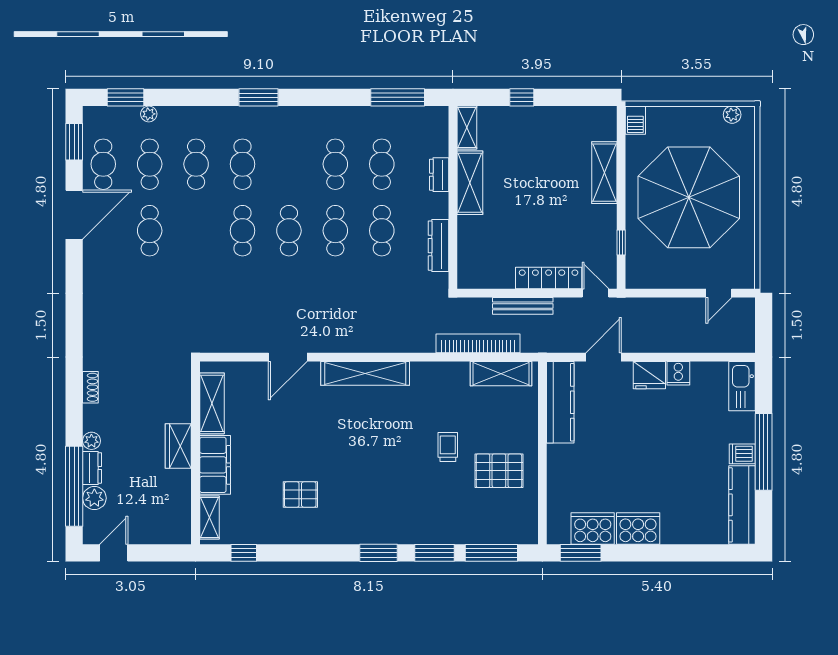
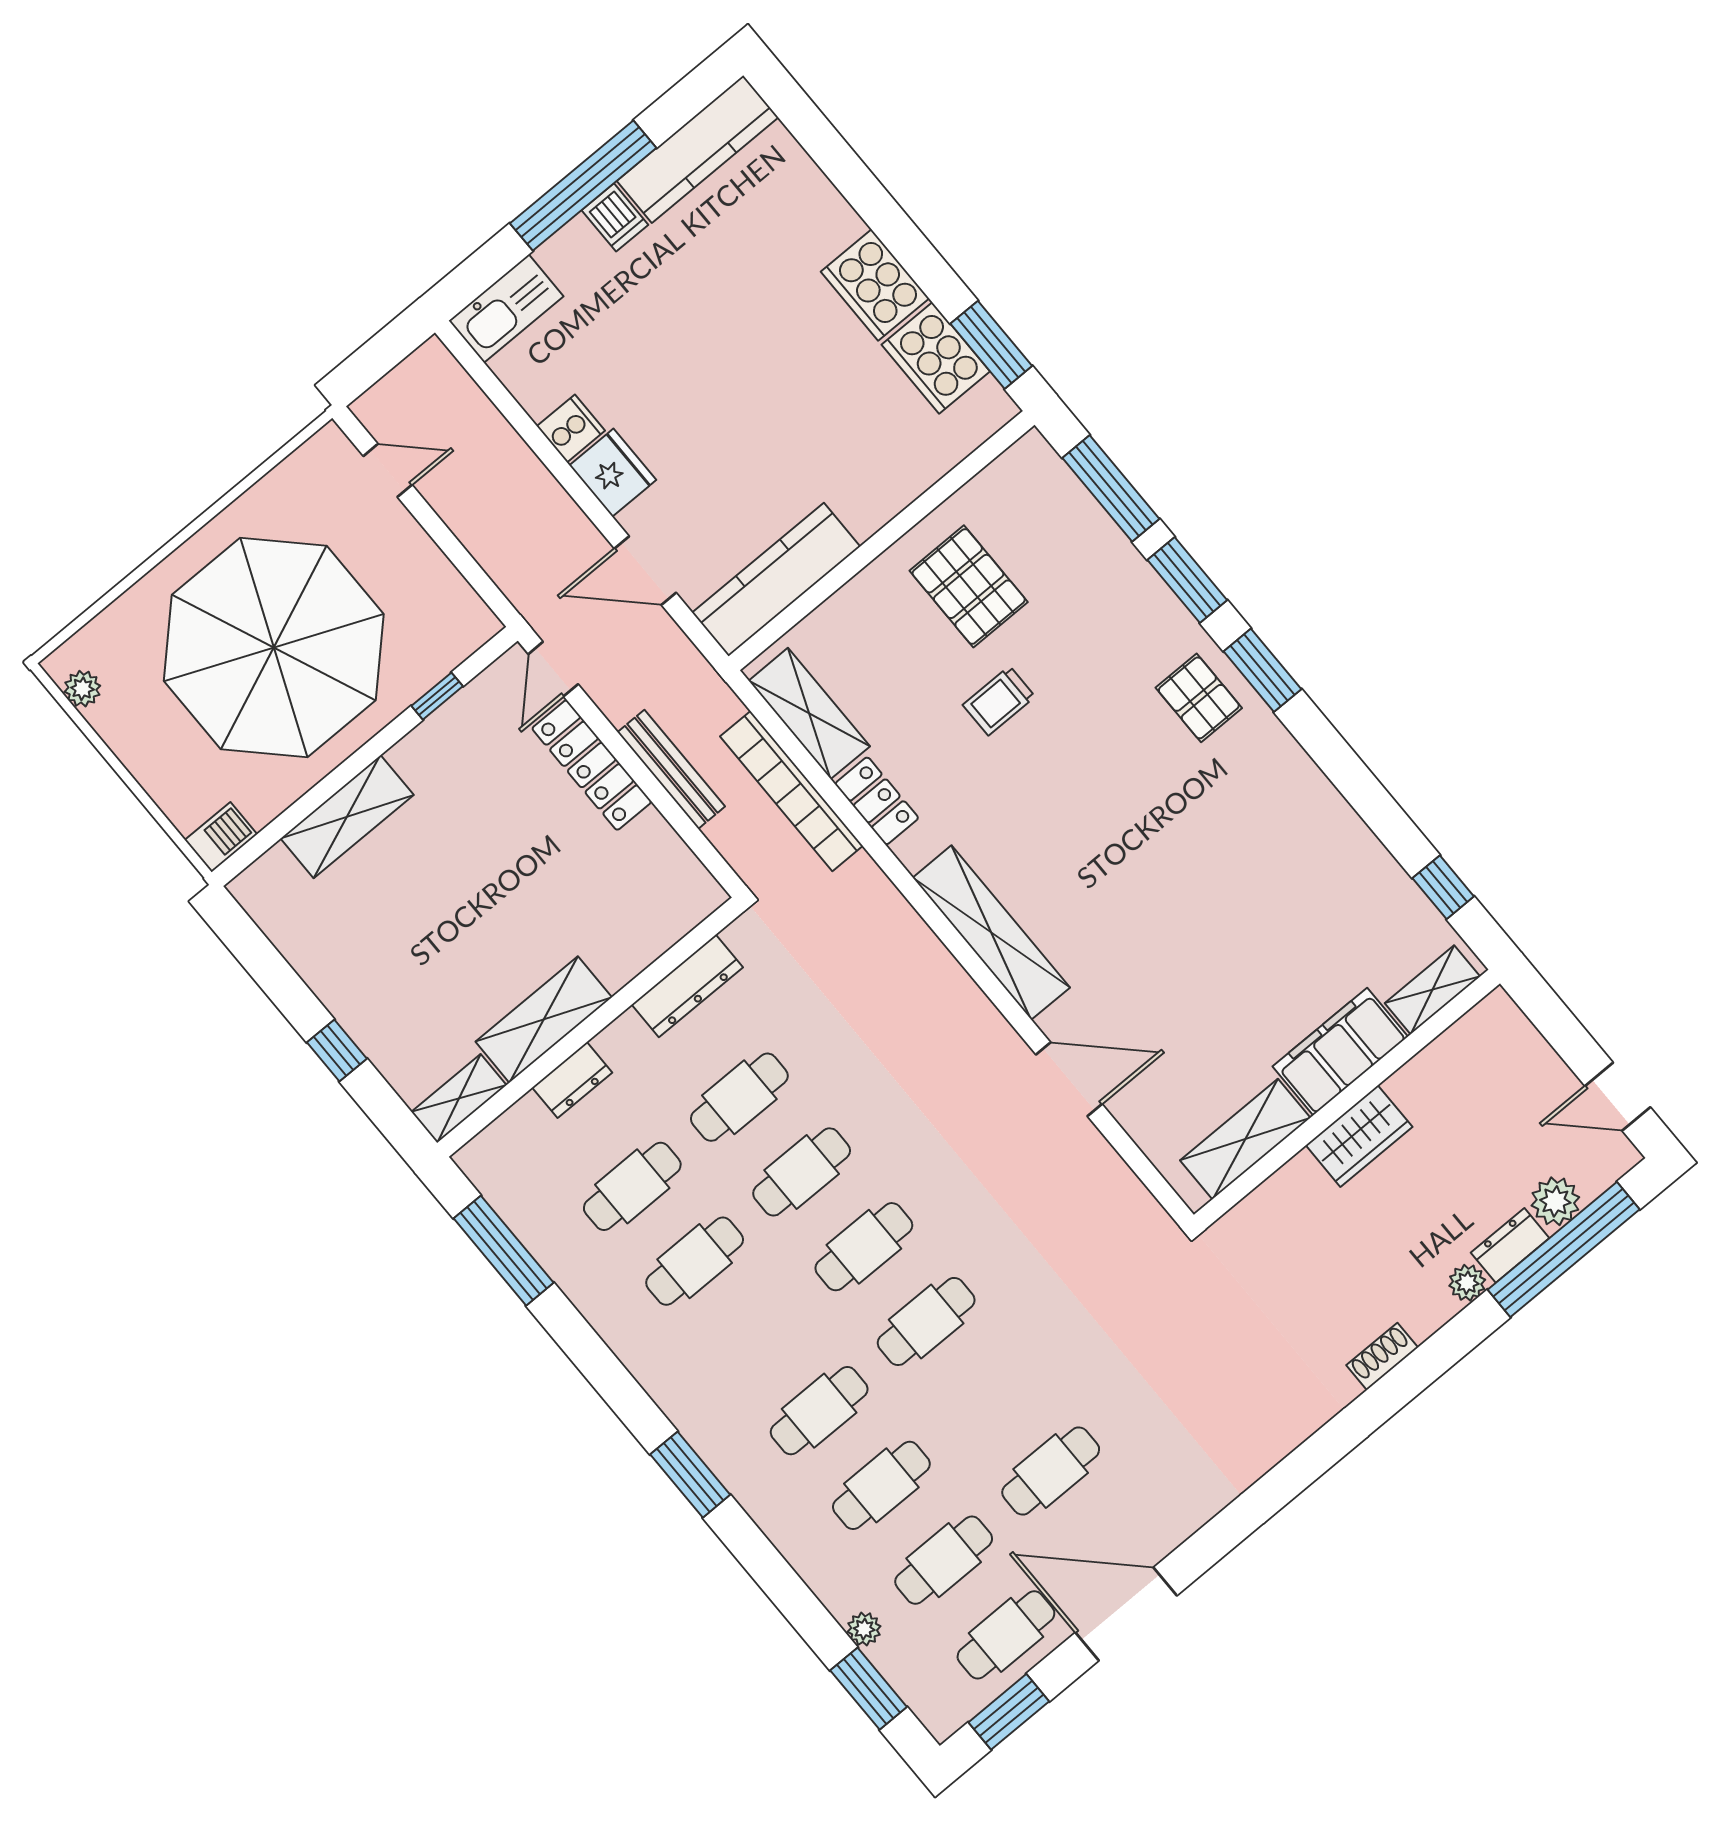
locker: (448, 372) -> (877, 801), added
pallet: (300, 495) -> (1199, 698), moved

